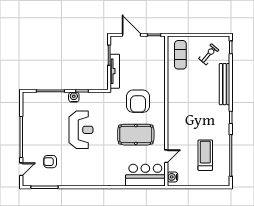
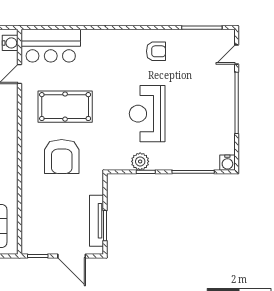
tv unit: (115, 71) -> (97, 221), moved
water cooler: (74, 97) -> (227, 163), moved
plant: (86, 98) -> (140, 161), added
armchair: (138, 101) -> (62, 156), turned 180
armchair: (50, 162) -> (156, 51), moved

